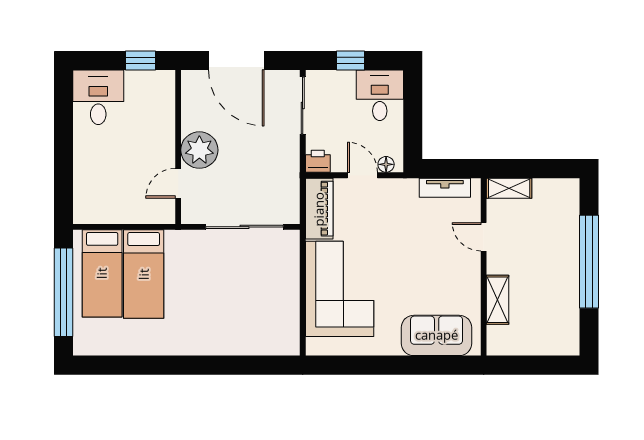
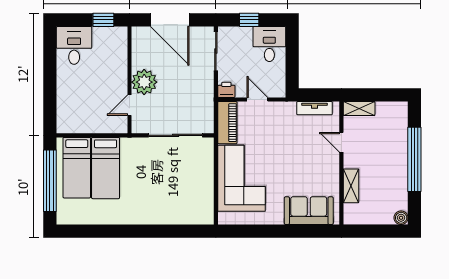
floor lamp: (386, 164) -> (274, 92), removed
boiler: (570, 346) -> (401, 218), added

